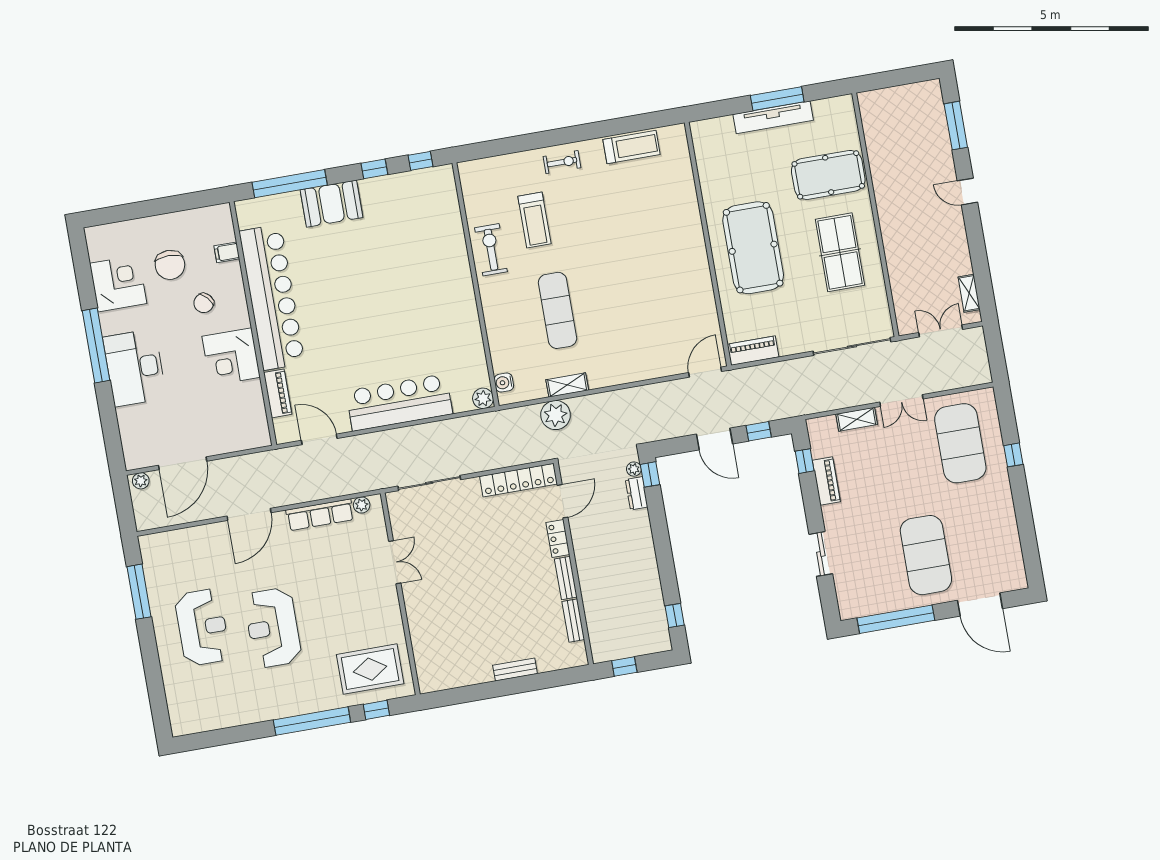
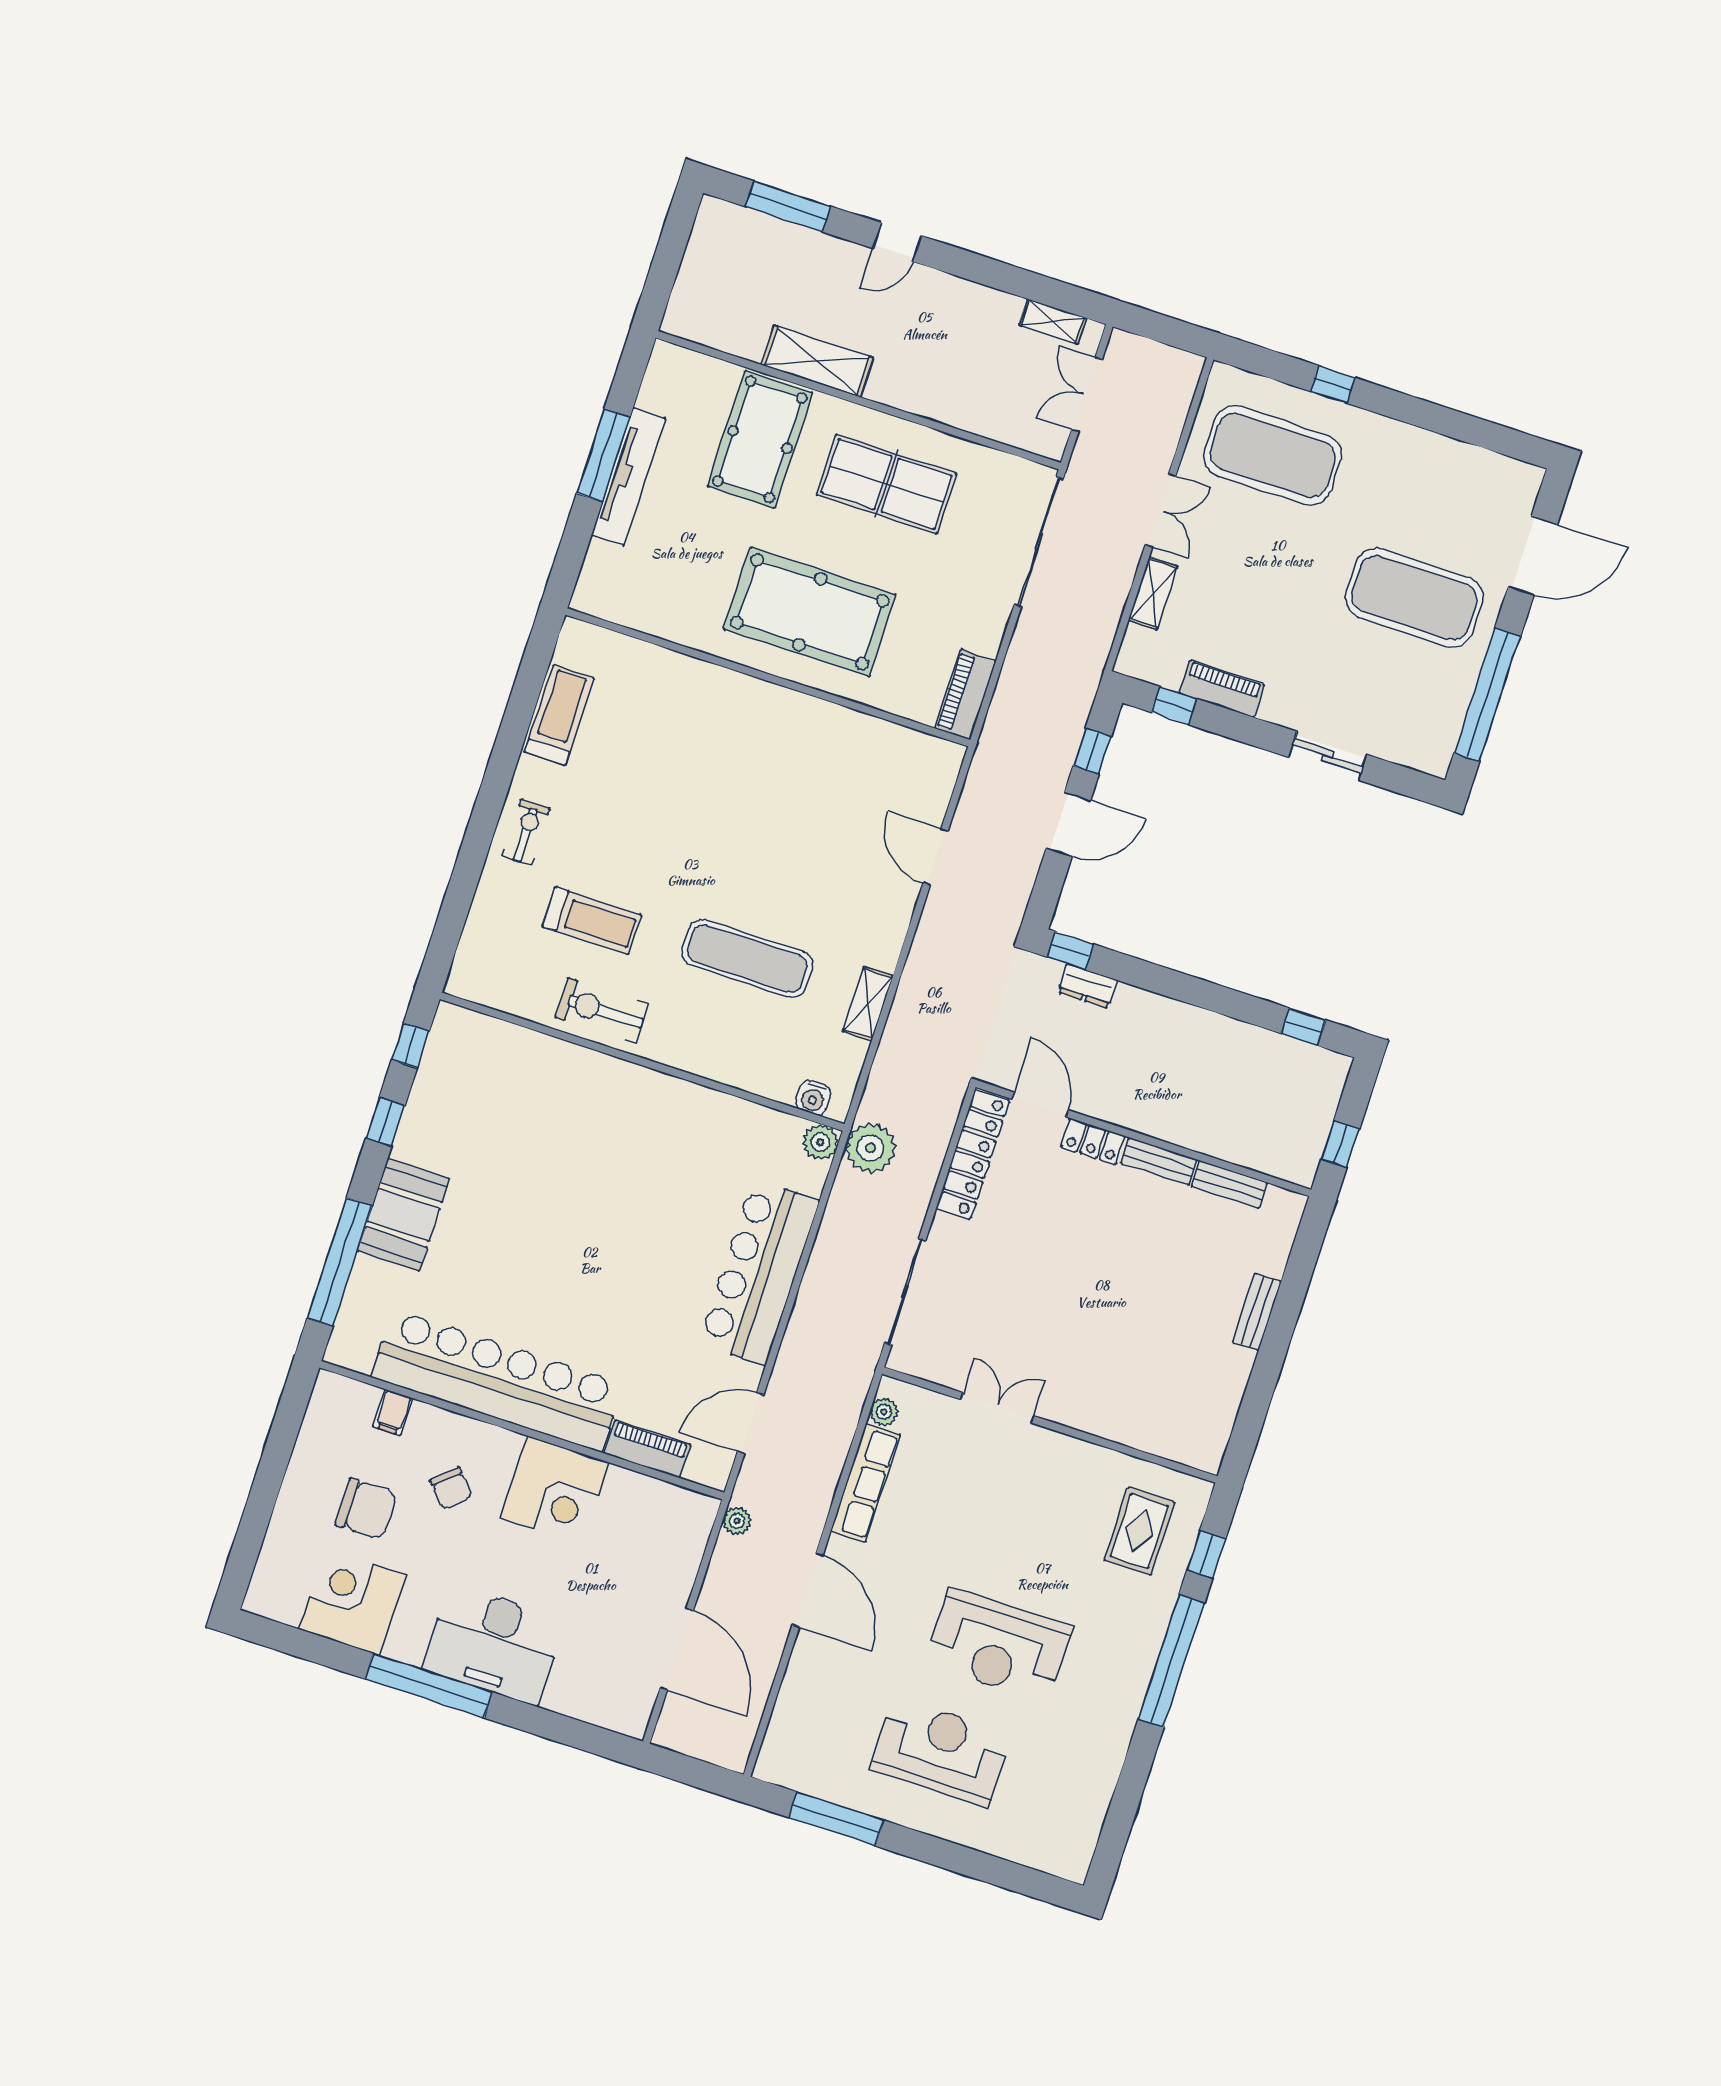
shelving: (884, 183) -> (817, 361), added
door: (705, 372) -> (936, 857), moved
plant: (556, 415) -> (871, 1148), moved
plant: (634, 469) -> (1049, 971), removed
plant: (141, 481) -> (737, 1521), moved
rug: (370, 669) -> (1139, 1531), width x0.73, depth x0.70

